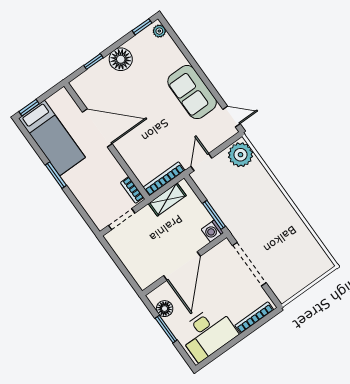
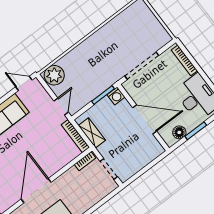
door: (231, 117) -> (24, 83), hinge flipped
door: (201, 162) -> (61, 106), swing flipped

